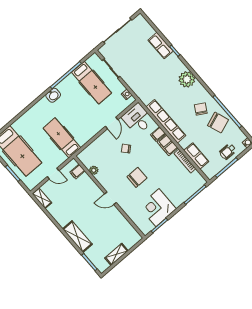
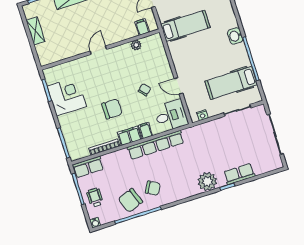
plant: (187, 79) -> (207, 182), moved
row of seats: (196, 156) -> (88, 167), moved
chair: (137, 177) -> (112, 109), moved, turned -90

